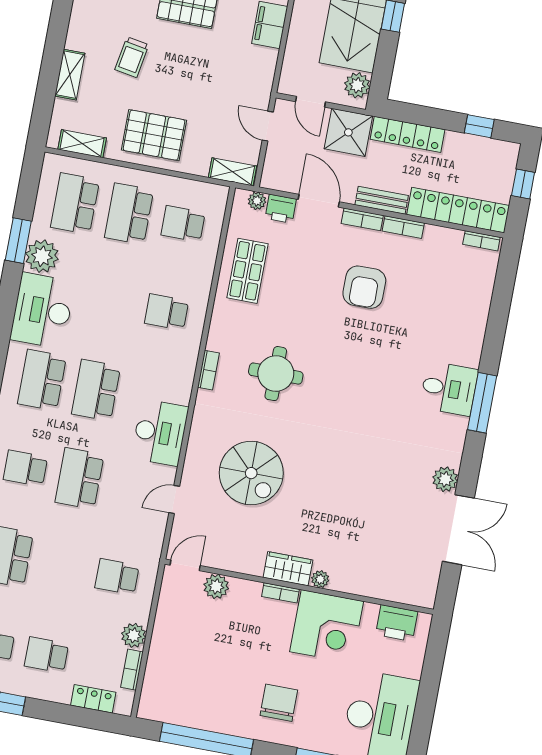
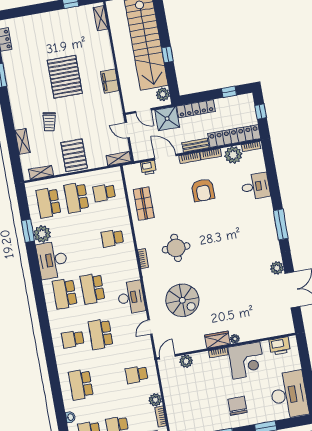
pallet: (154, 135) -> (74, 155), turned 90
plant: (257, 201) -> (233, 155), moved, width x1.87, depth x1.87
desk: (449, 389) -> (256, 186), moved

